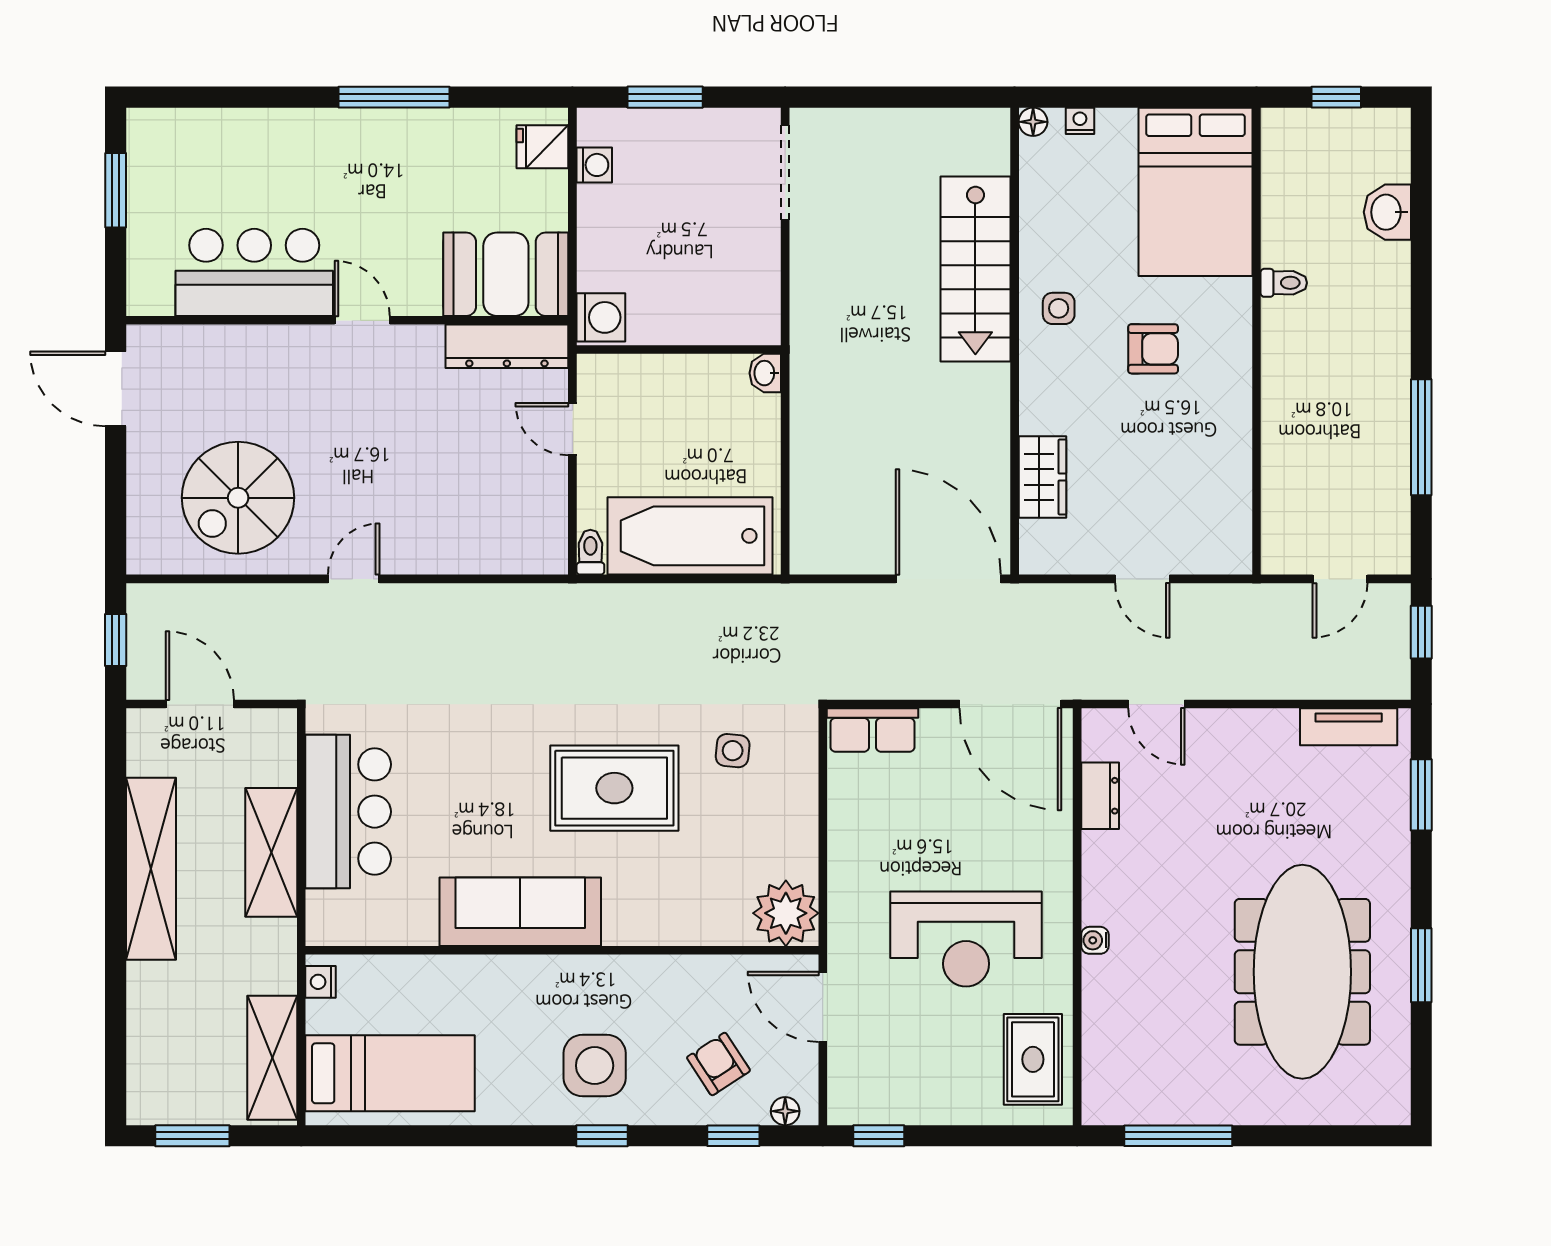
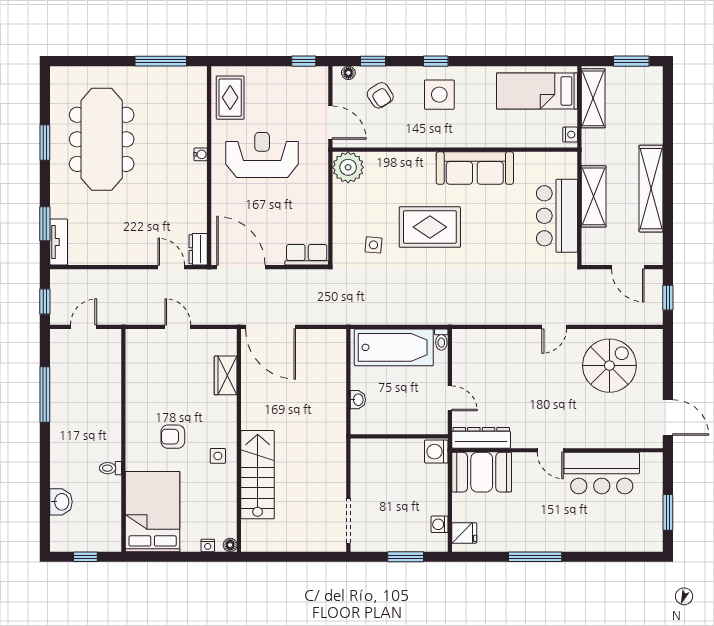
washbasin: (765, 373) -> (358, 400), moved
tv unit: (1349, 727) -> (59, 242), moved, turned 90
dresser: (1100, 796) -> (198, 249), moved

